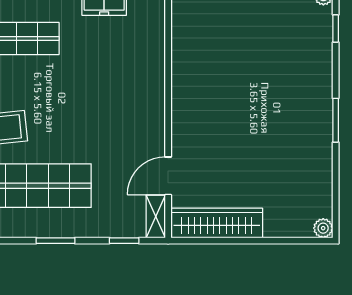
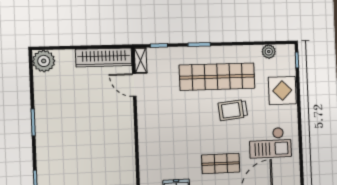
door: (168, 176) -> (134, 85), swing flipped
plant: (323, 228) -> (44, 61), width x1.87, depth x1.87

